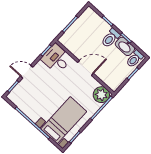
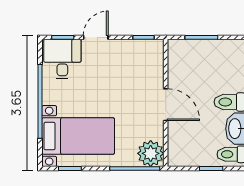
desk: (56, 59) -> (62, 59), moved
door: (27, 72) -> (96, 37), hinge flipped

